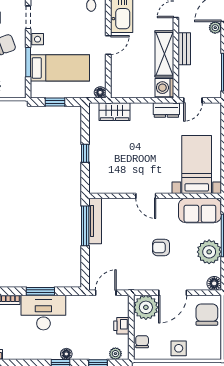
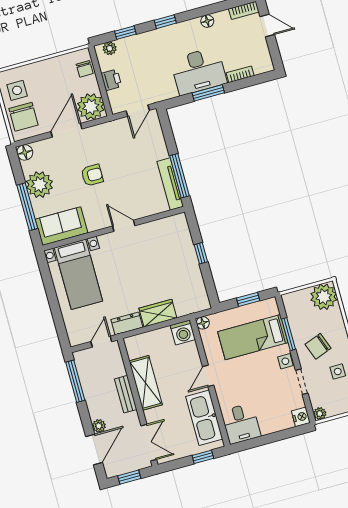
washing machine: (164, 88) -> (183, 332), moved, turned 90
wardrobe: (114, 112) -> (158, 313), moved
side table: (179, 348) -> (17, 90), moved
floor lamp: (66, 354) -> (207, 21), moved

